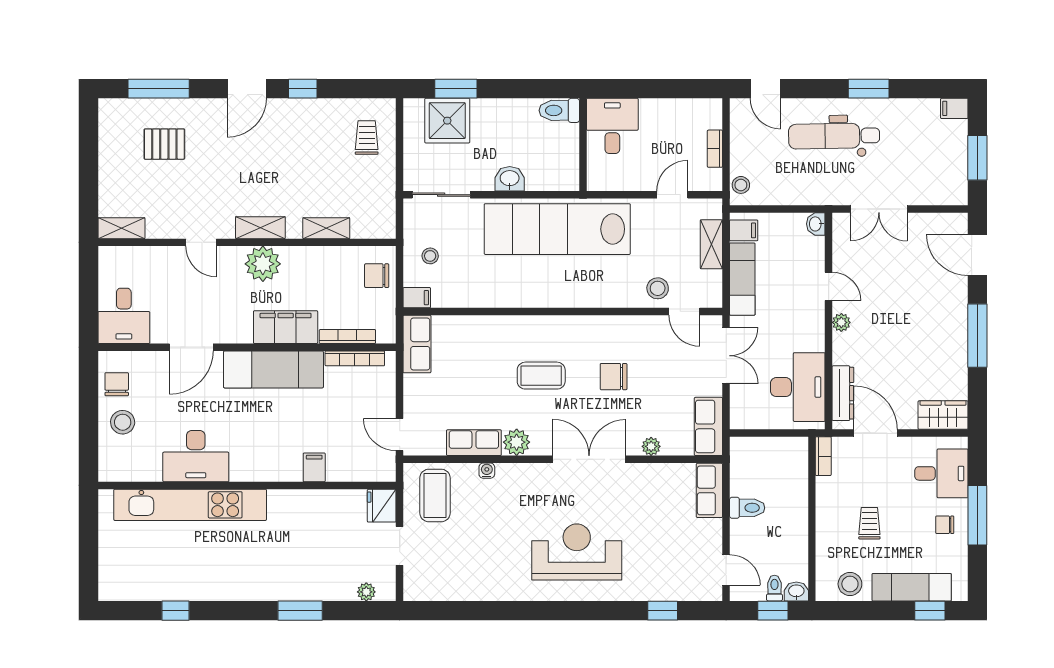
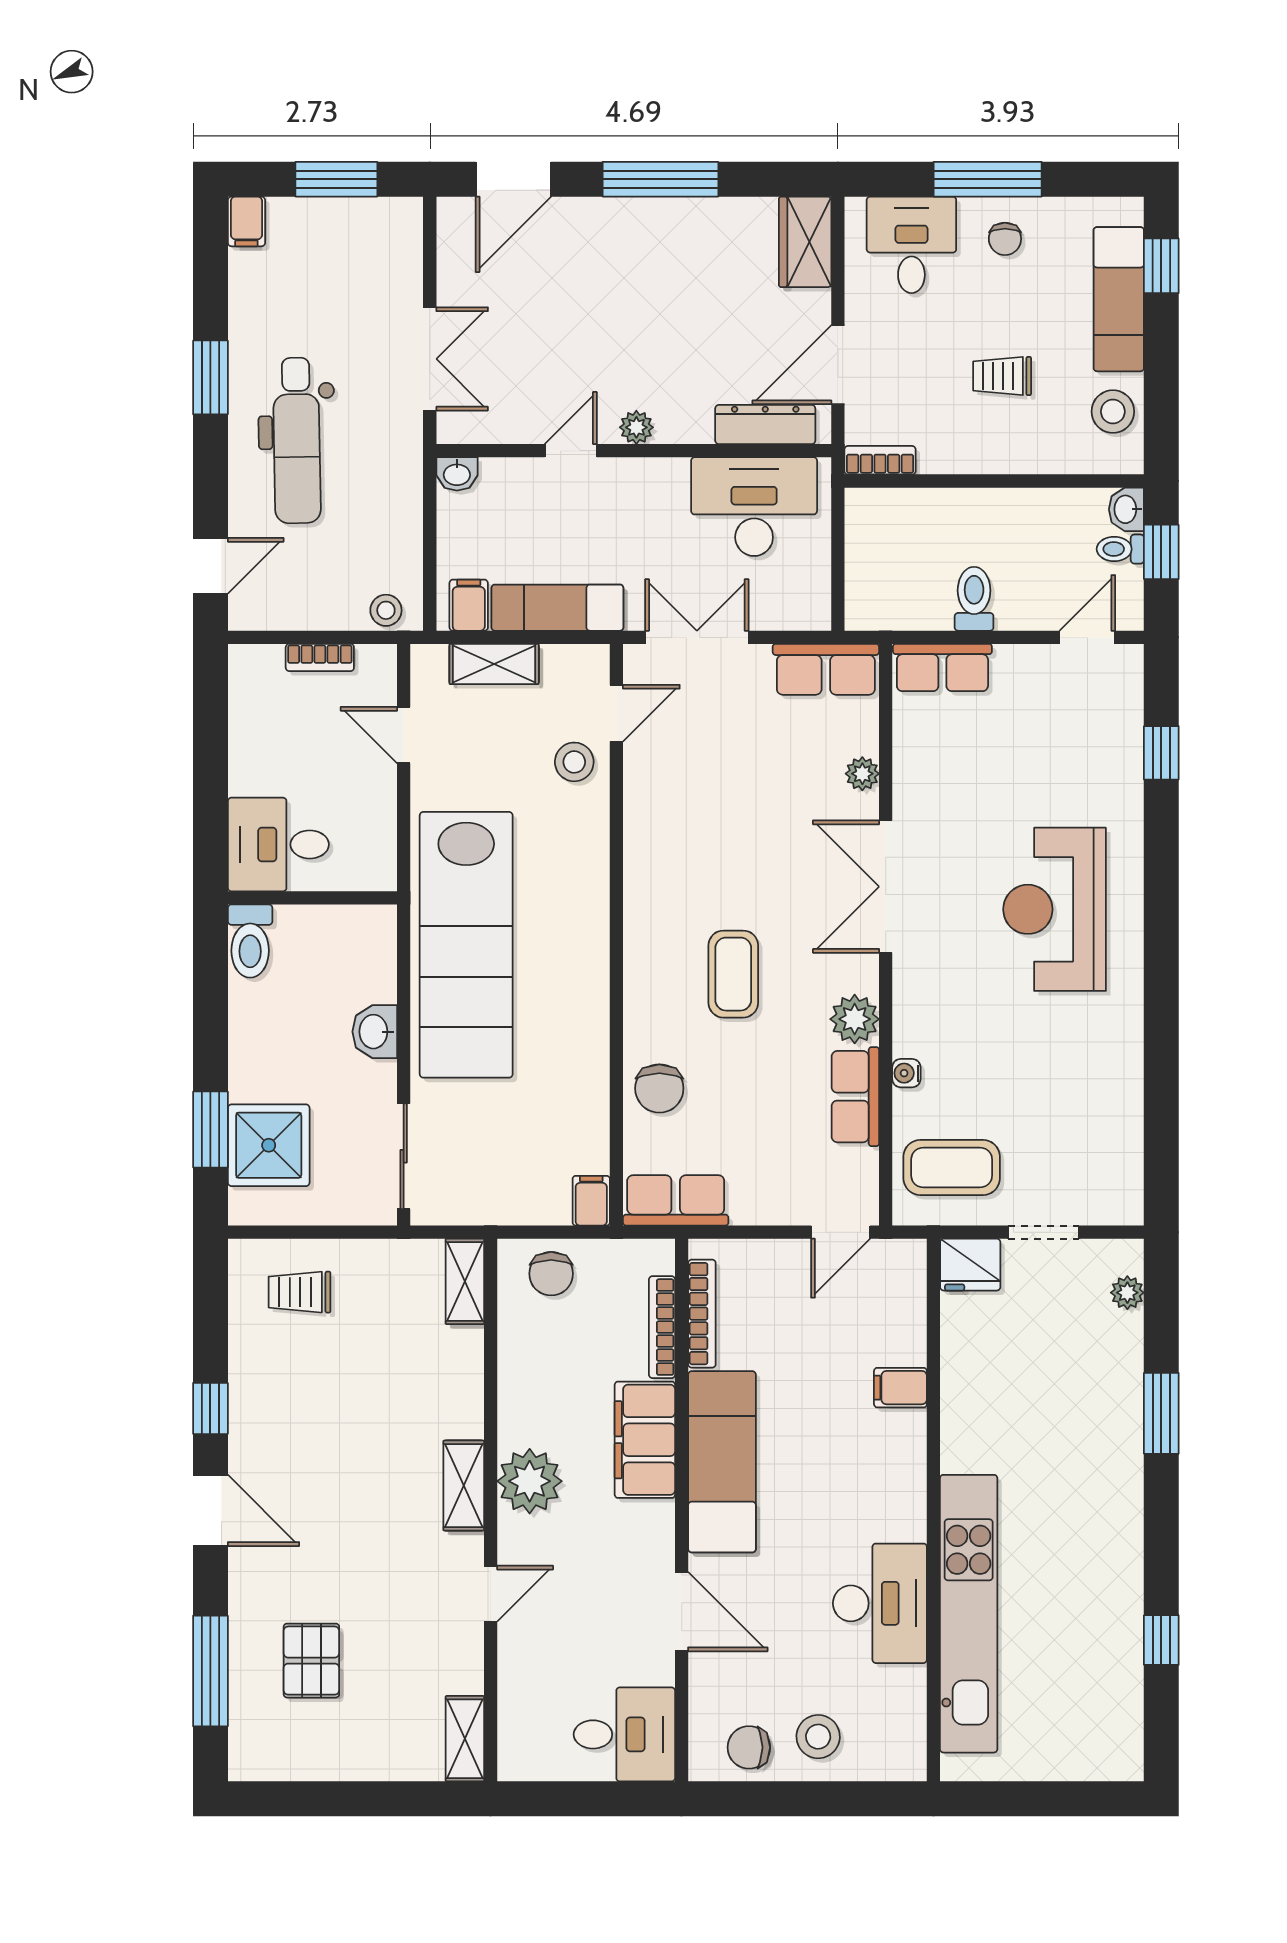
shelving: (326, 228) -> (465, 1281), moved
stool: (430, 256) -> (515, 1176), removed
chair: (614, 377) -> (659, 1088), moved

